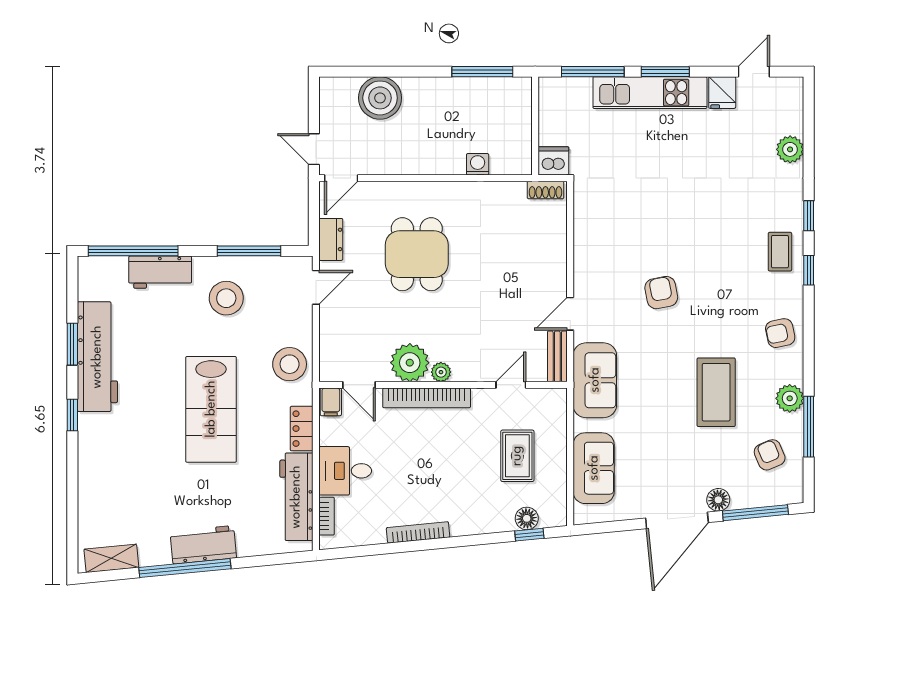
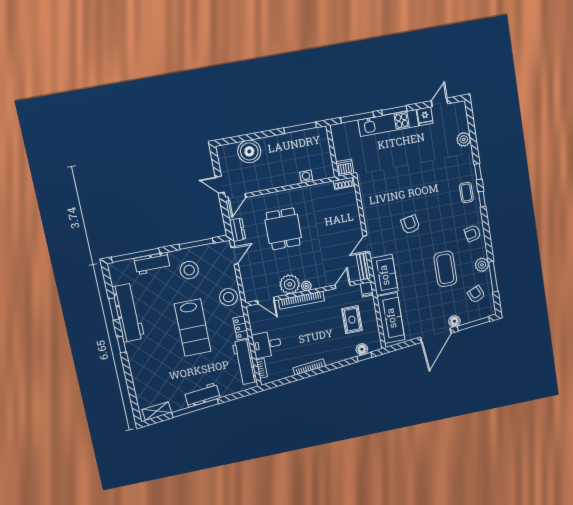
filing cabinet: (331, 402) -> (367, 289), moved
sofa: (594, 468) -> (391, 318), width x1.36

